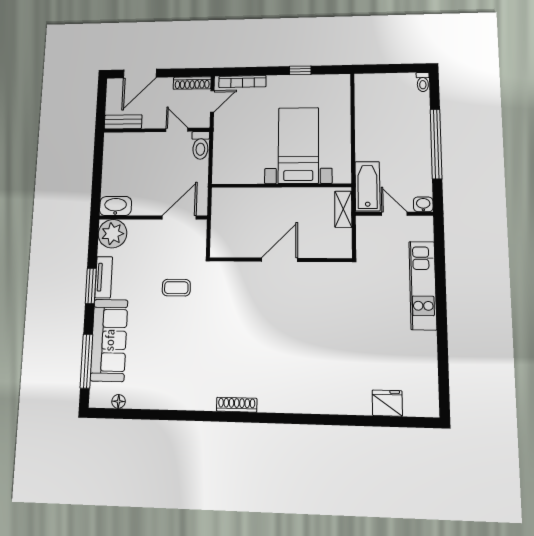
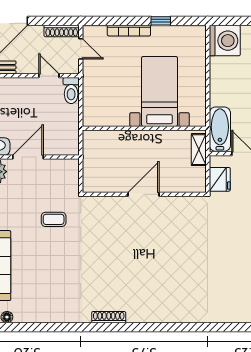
bookcase: (242, 82) -> (129, 31), moved
washing machine: (372, 90) -> (225, 41), added
door: (212, 101) -> (81, 49), hinge flipped
door: (179, 218) -> (28, 157), moved
fridge: (387, 403) -> (220, 179), moved, turned 90

